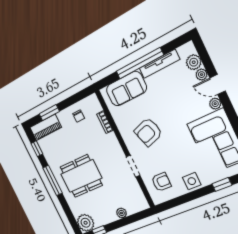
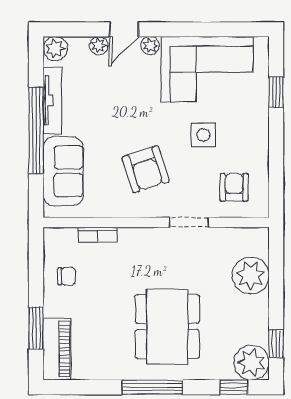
plant: (194, 62) -> (55, 49), moved
window: (37, 149) -> (234, 387), moved
side table: (192, 181) -> (204, 135), moved
plant: (122, 213) -> (251, 275), width x1.88, depth x1.88

